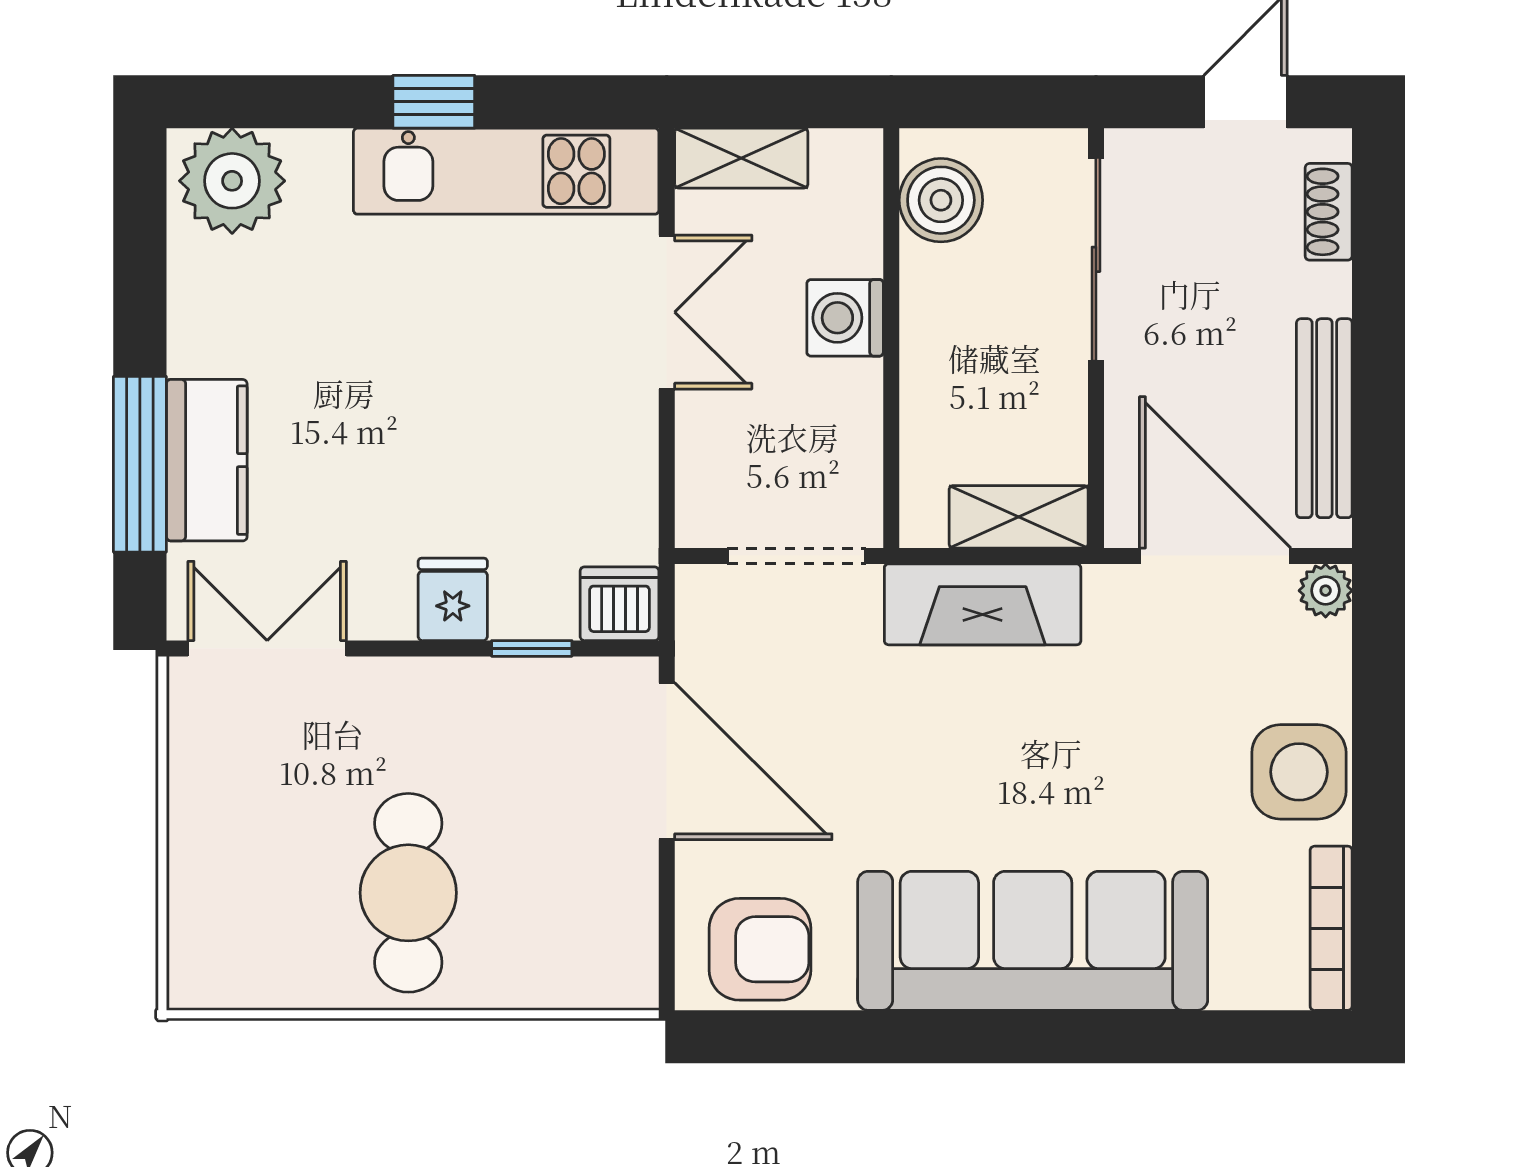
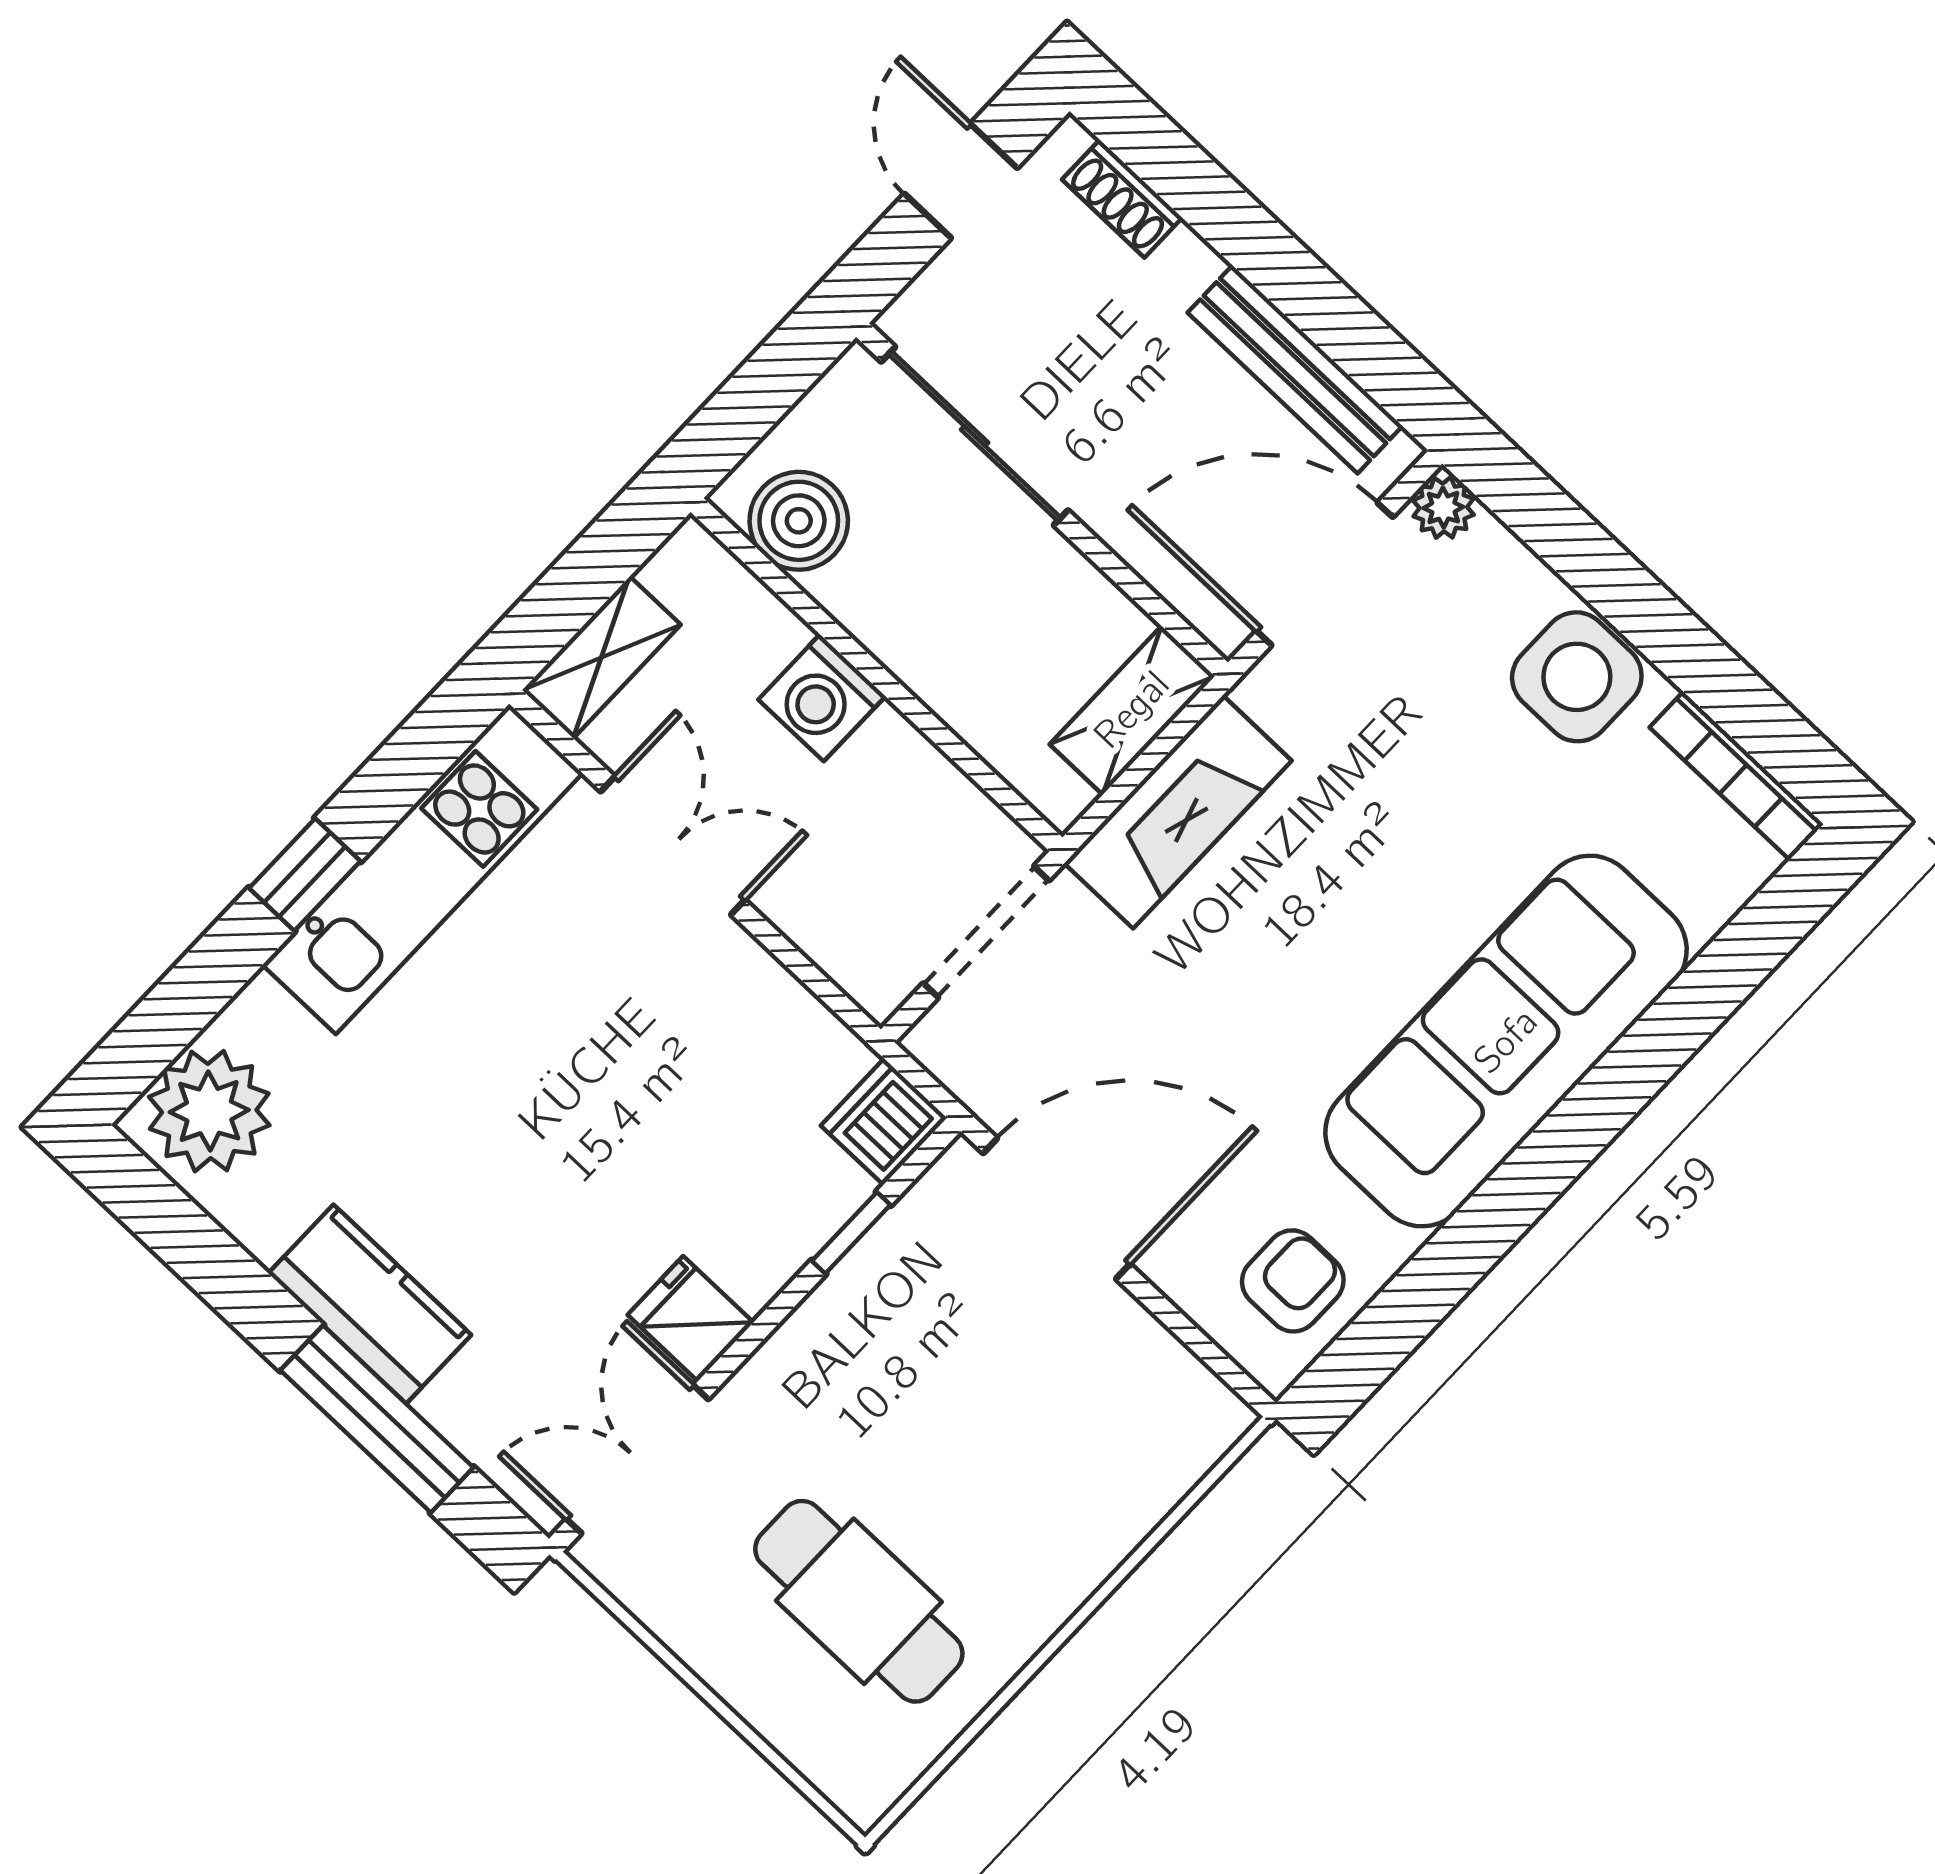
kitchen counter: (207, 460) -> (370, 1304), moved
fridge: (453, 599) -> (690, 1319), moved
cafe table: (408, 893) -> (859, 1601), moved
armchair: (760, 949) -> (1293, 1281), width x0.72, depth x0.72

